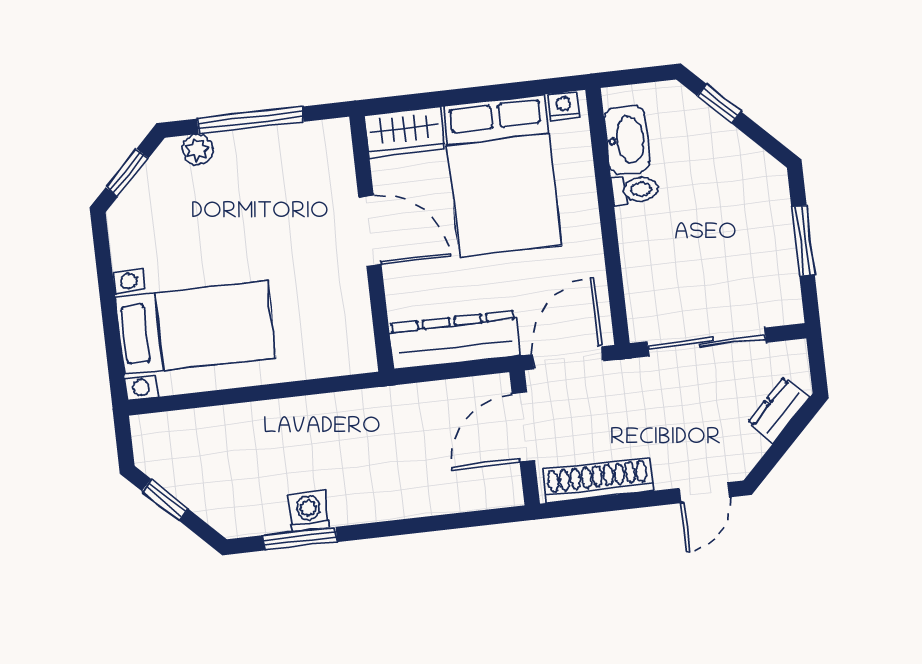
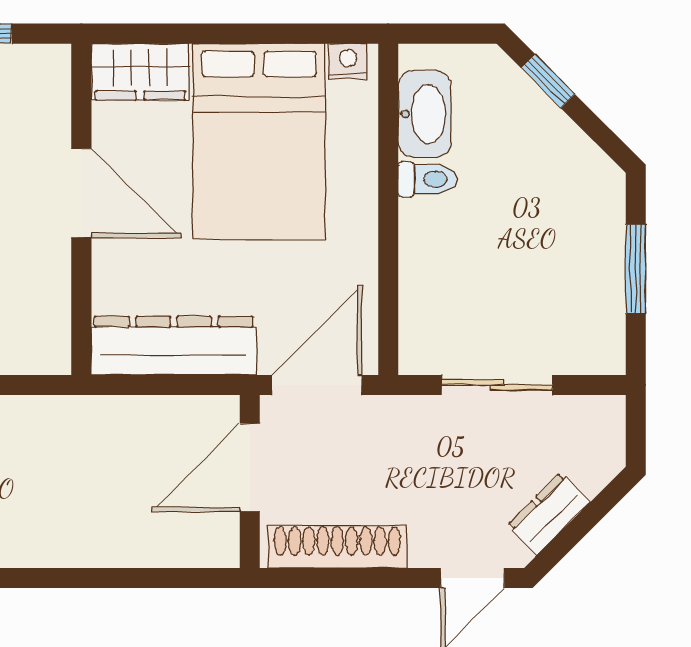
sliding door: (707, 342) -> (497, 385), width x0.73
dresser: (779, 410) -> (549, 514), moved

